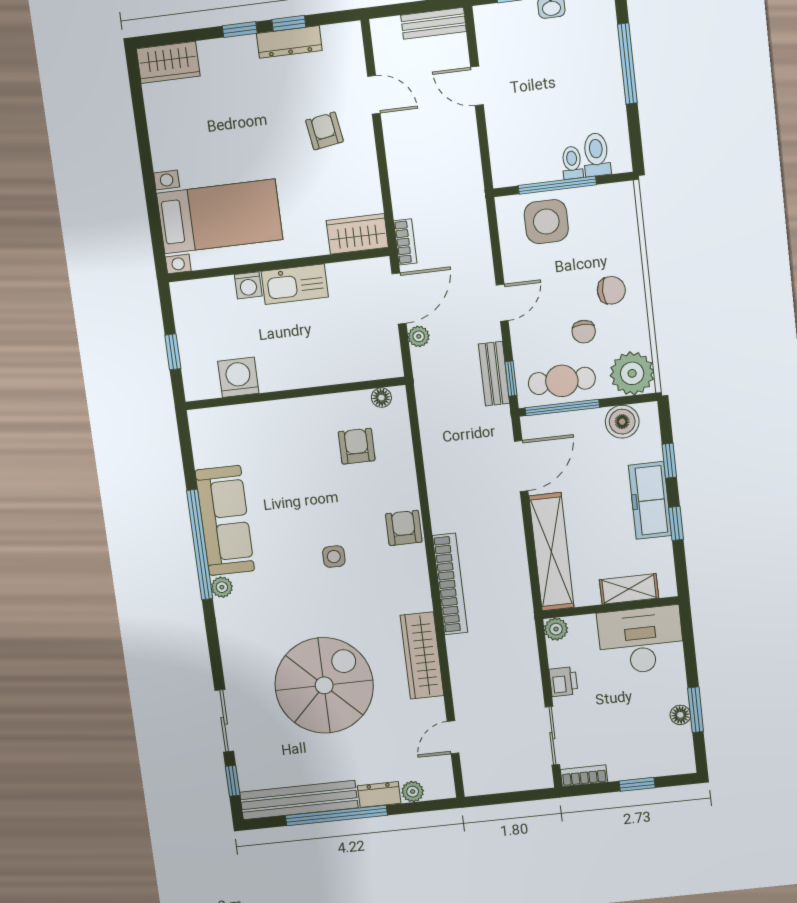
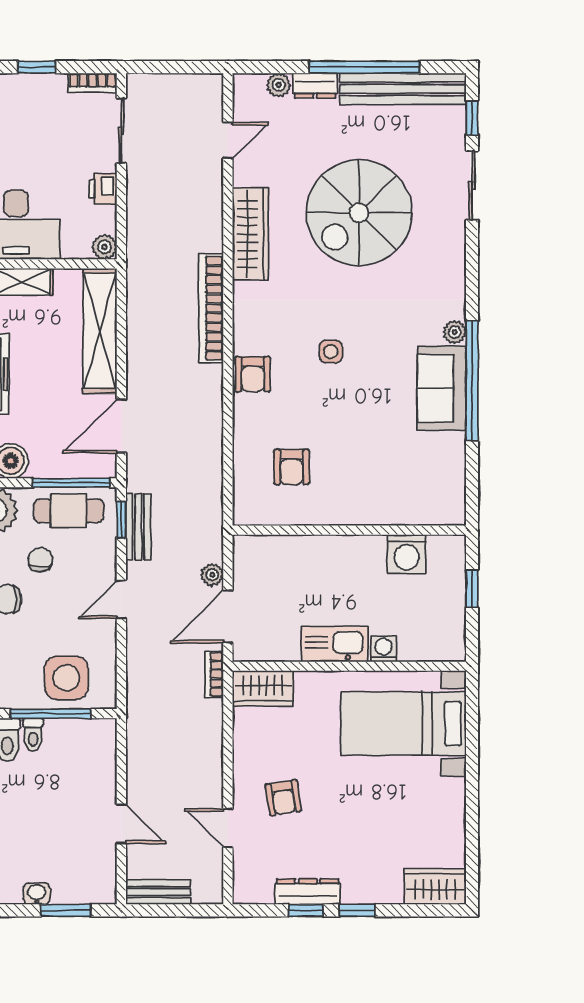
floor lamp: (381, 398) -> (259, 515), removed
sofa: (225, 521) -> (442, 388), width x0.73

